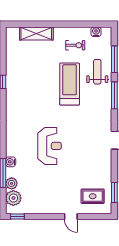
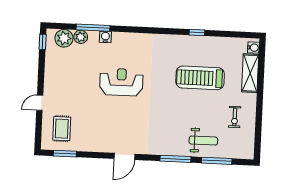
water cooler: (96, 32) -> (253, 48), moved
treadmill: (70, 84) -> (200, 78), moved, turned 180
reception desk: (49, 146) -> (121, 82), turned 180

